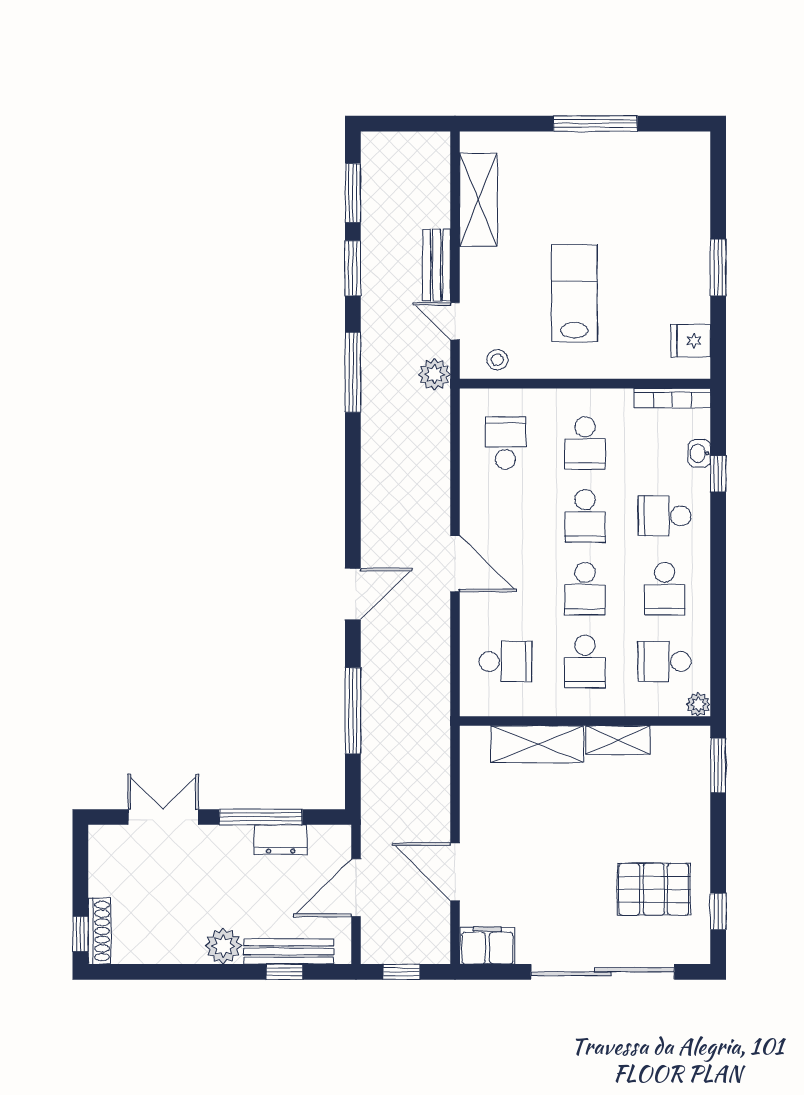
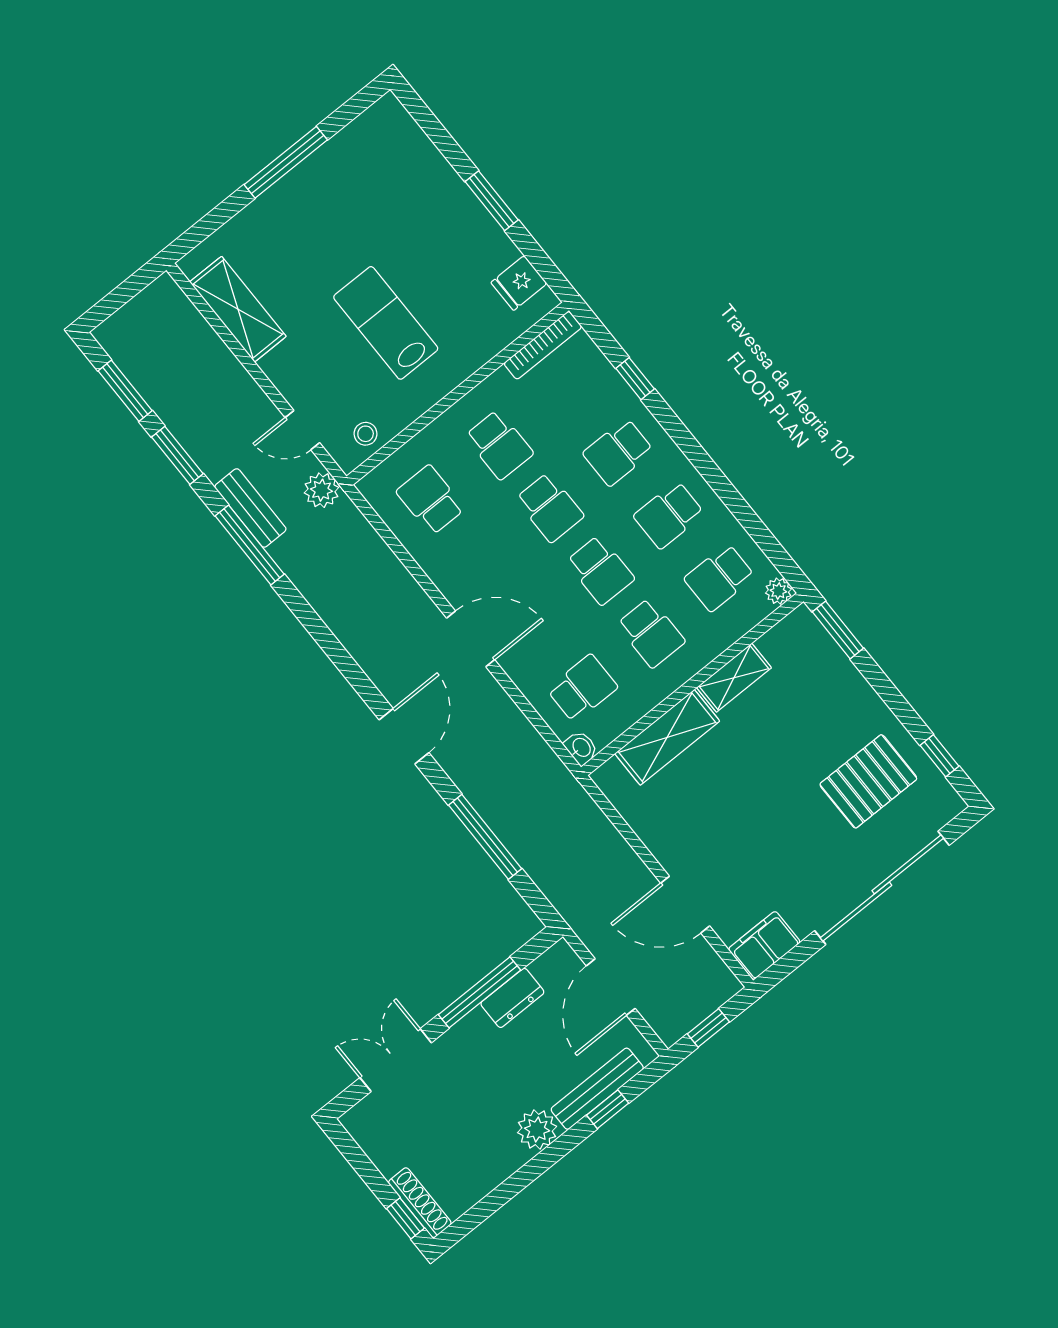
bench: (437, 265) -> (250, 508), moved
washbasin: (699, 453) -> (581, 748), moved, turned 180
school desk: (665, 589) -> (669, 515), turned 90

